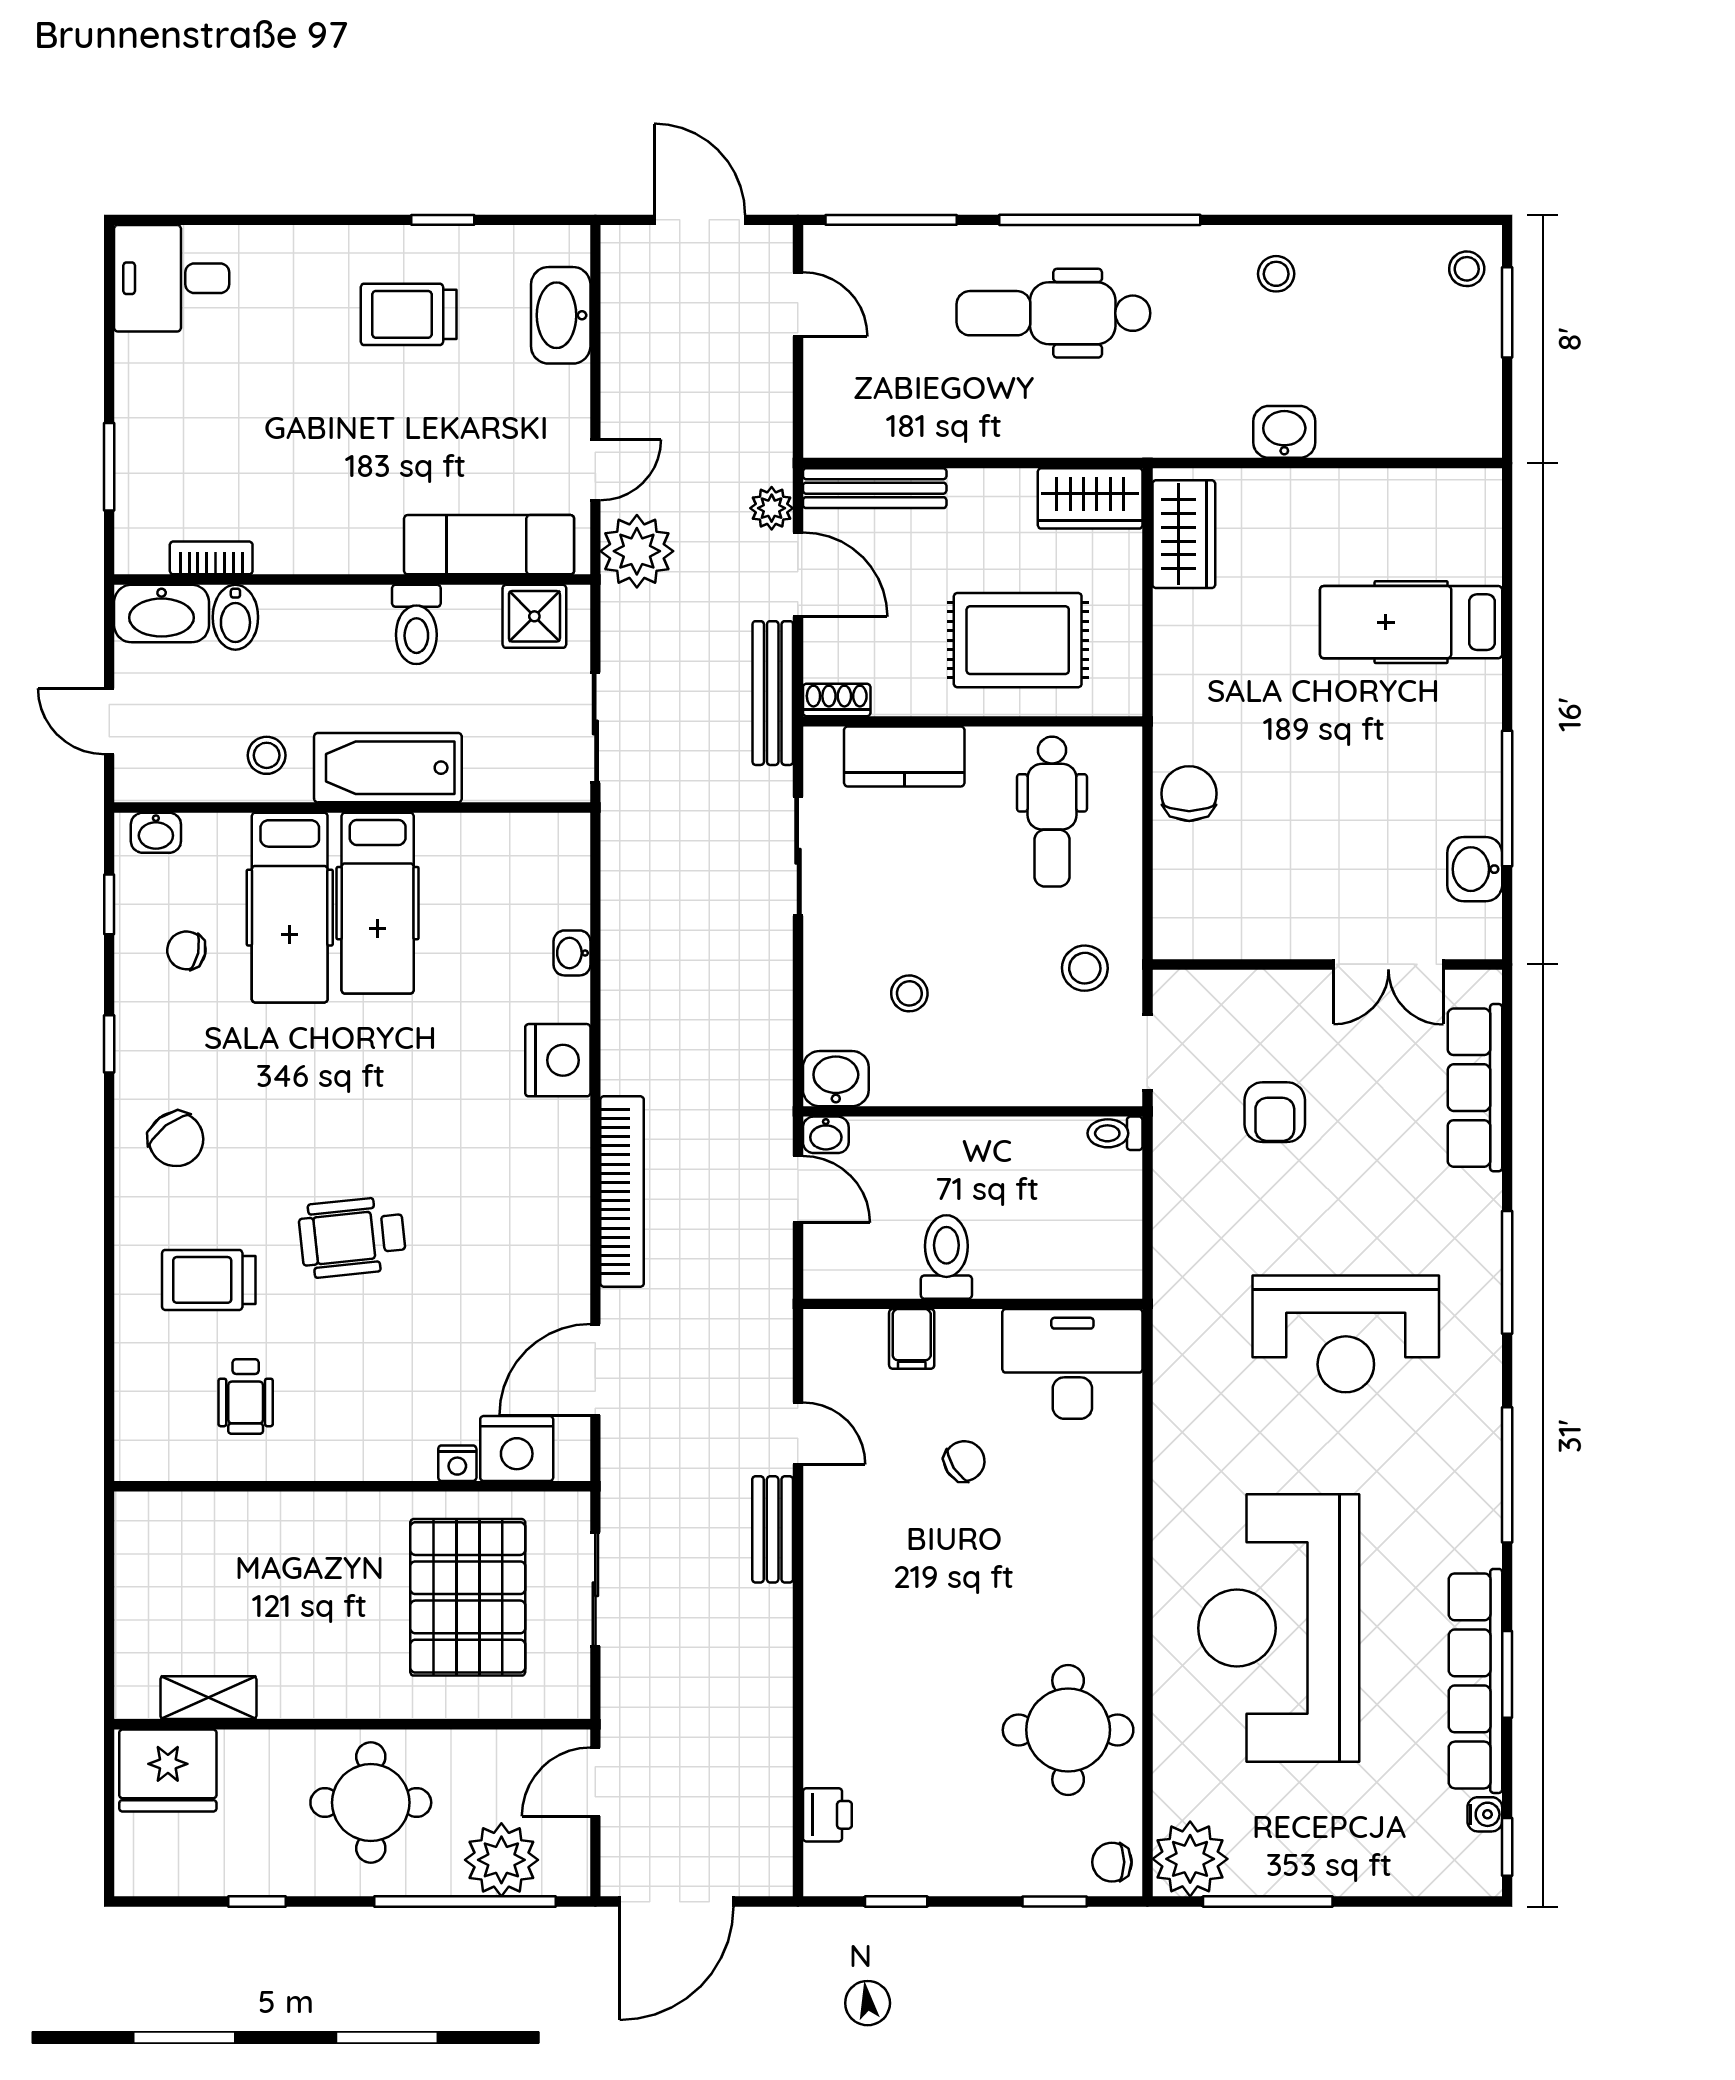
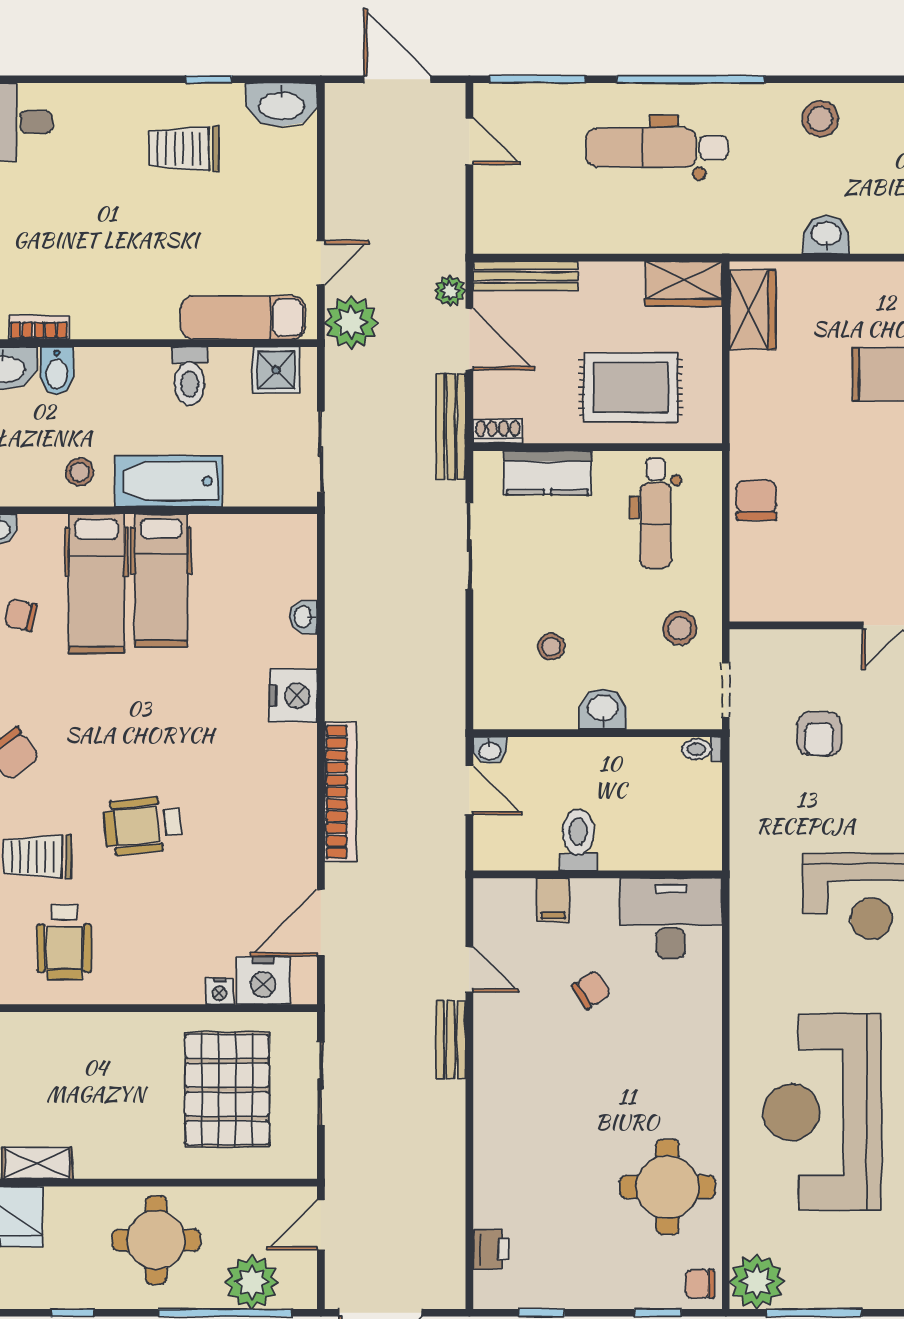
stool: (1276, 274) -> (820, 119), width x1.37, depth x1.37
washbasin: (561, 315) -> (282, 105), moved, turned -90
washbasin: (836, 1079) -> (603, 709), moved
wheelchair: (246, 1396) -> (64, 942), width x1.36, depth x1.37

